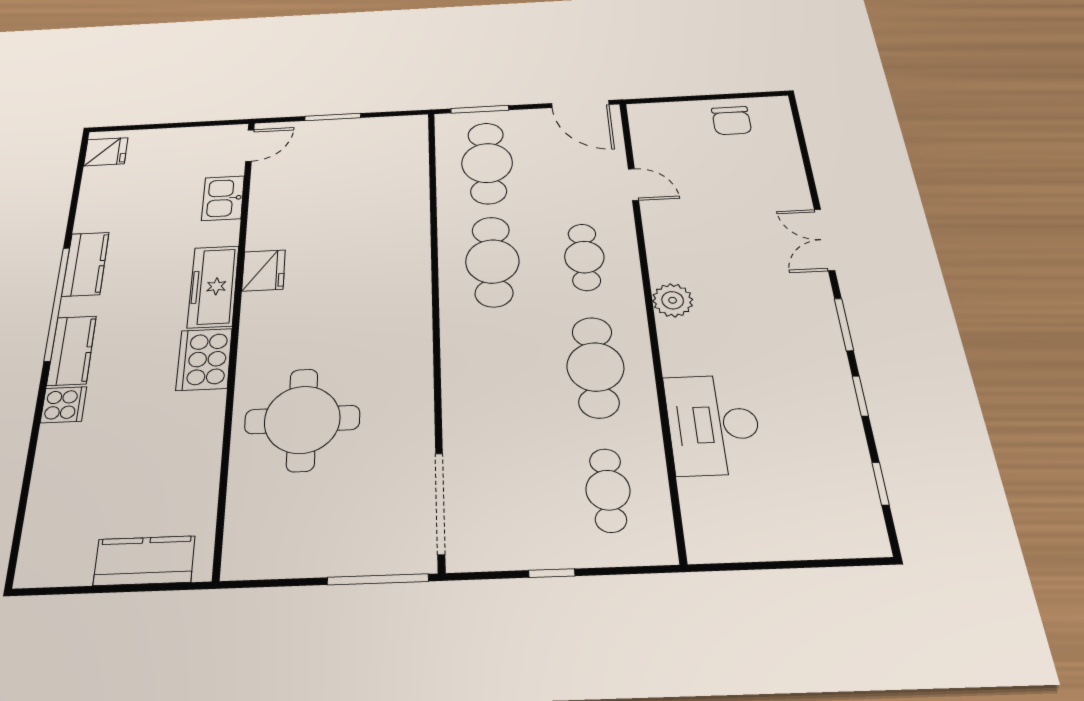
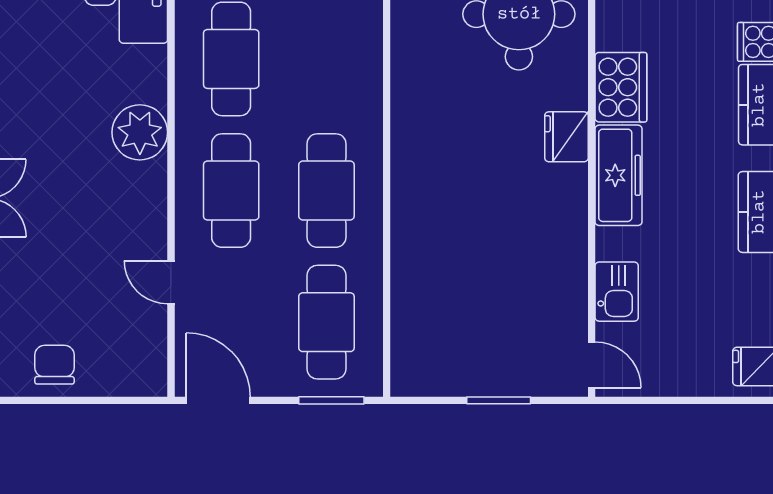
door: (250, 145) -> (592, 365), swing flipped
cafe table: (584, 257) -> (231, 191), width x1.37, depth x1.35
fridge: (264, 270) -> (566, 137), moved
plant: (673, 300) -> (140, 132), width x1.36, depth x1.36

